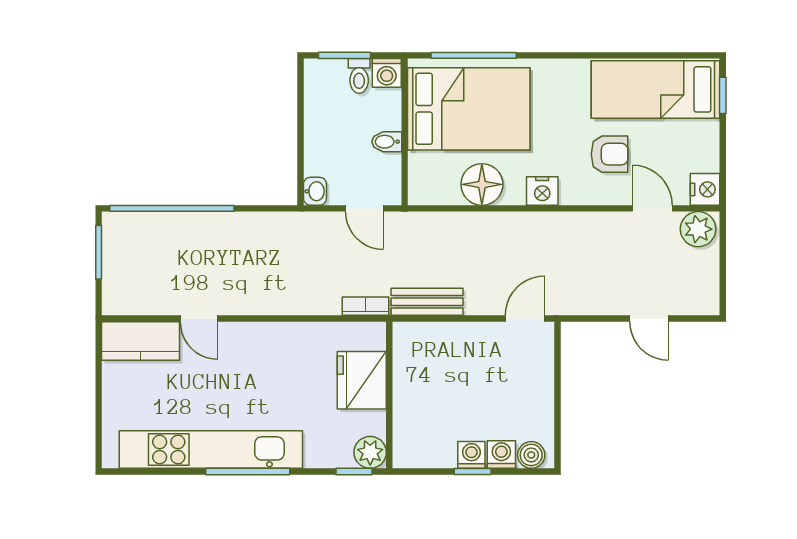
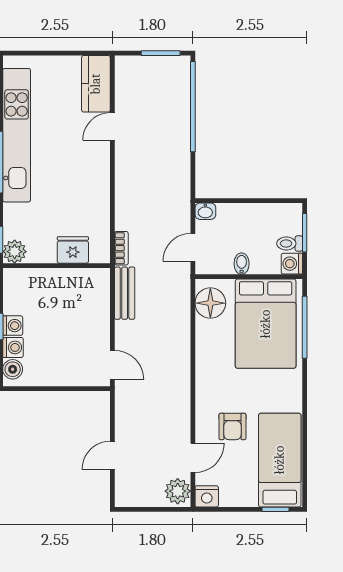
floor lamp: (482, 184) -> (210, 303), moved
nightstand: (542, 191) -> (206, 377), removed
fridge: (362, 380) -> (73, 250), width x0.73, depth x0.75

